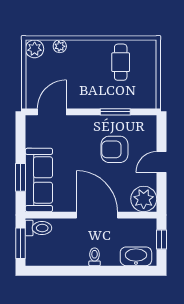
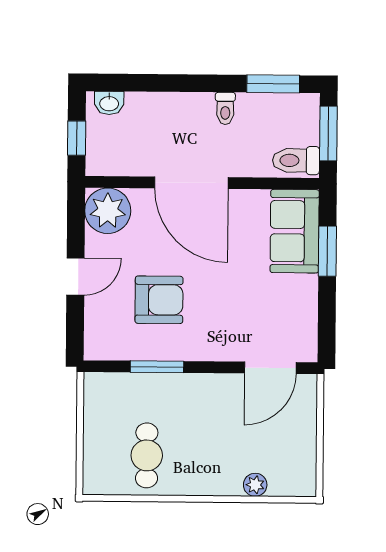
plant: (35, 49) -> (300, 481), removed
sofa: (39, 180) -> (295, 231), width x0.73
washbasin: (136, 256) -> (109, 103), width x0.52, depth x0.69
toilet: (95, 257) -> (225, 108), moved
window: (52, 271) -> (273, 84), added

